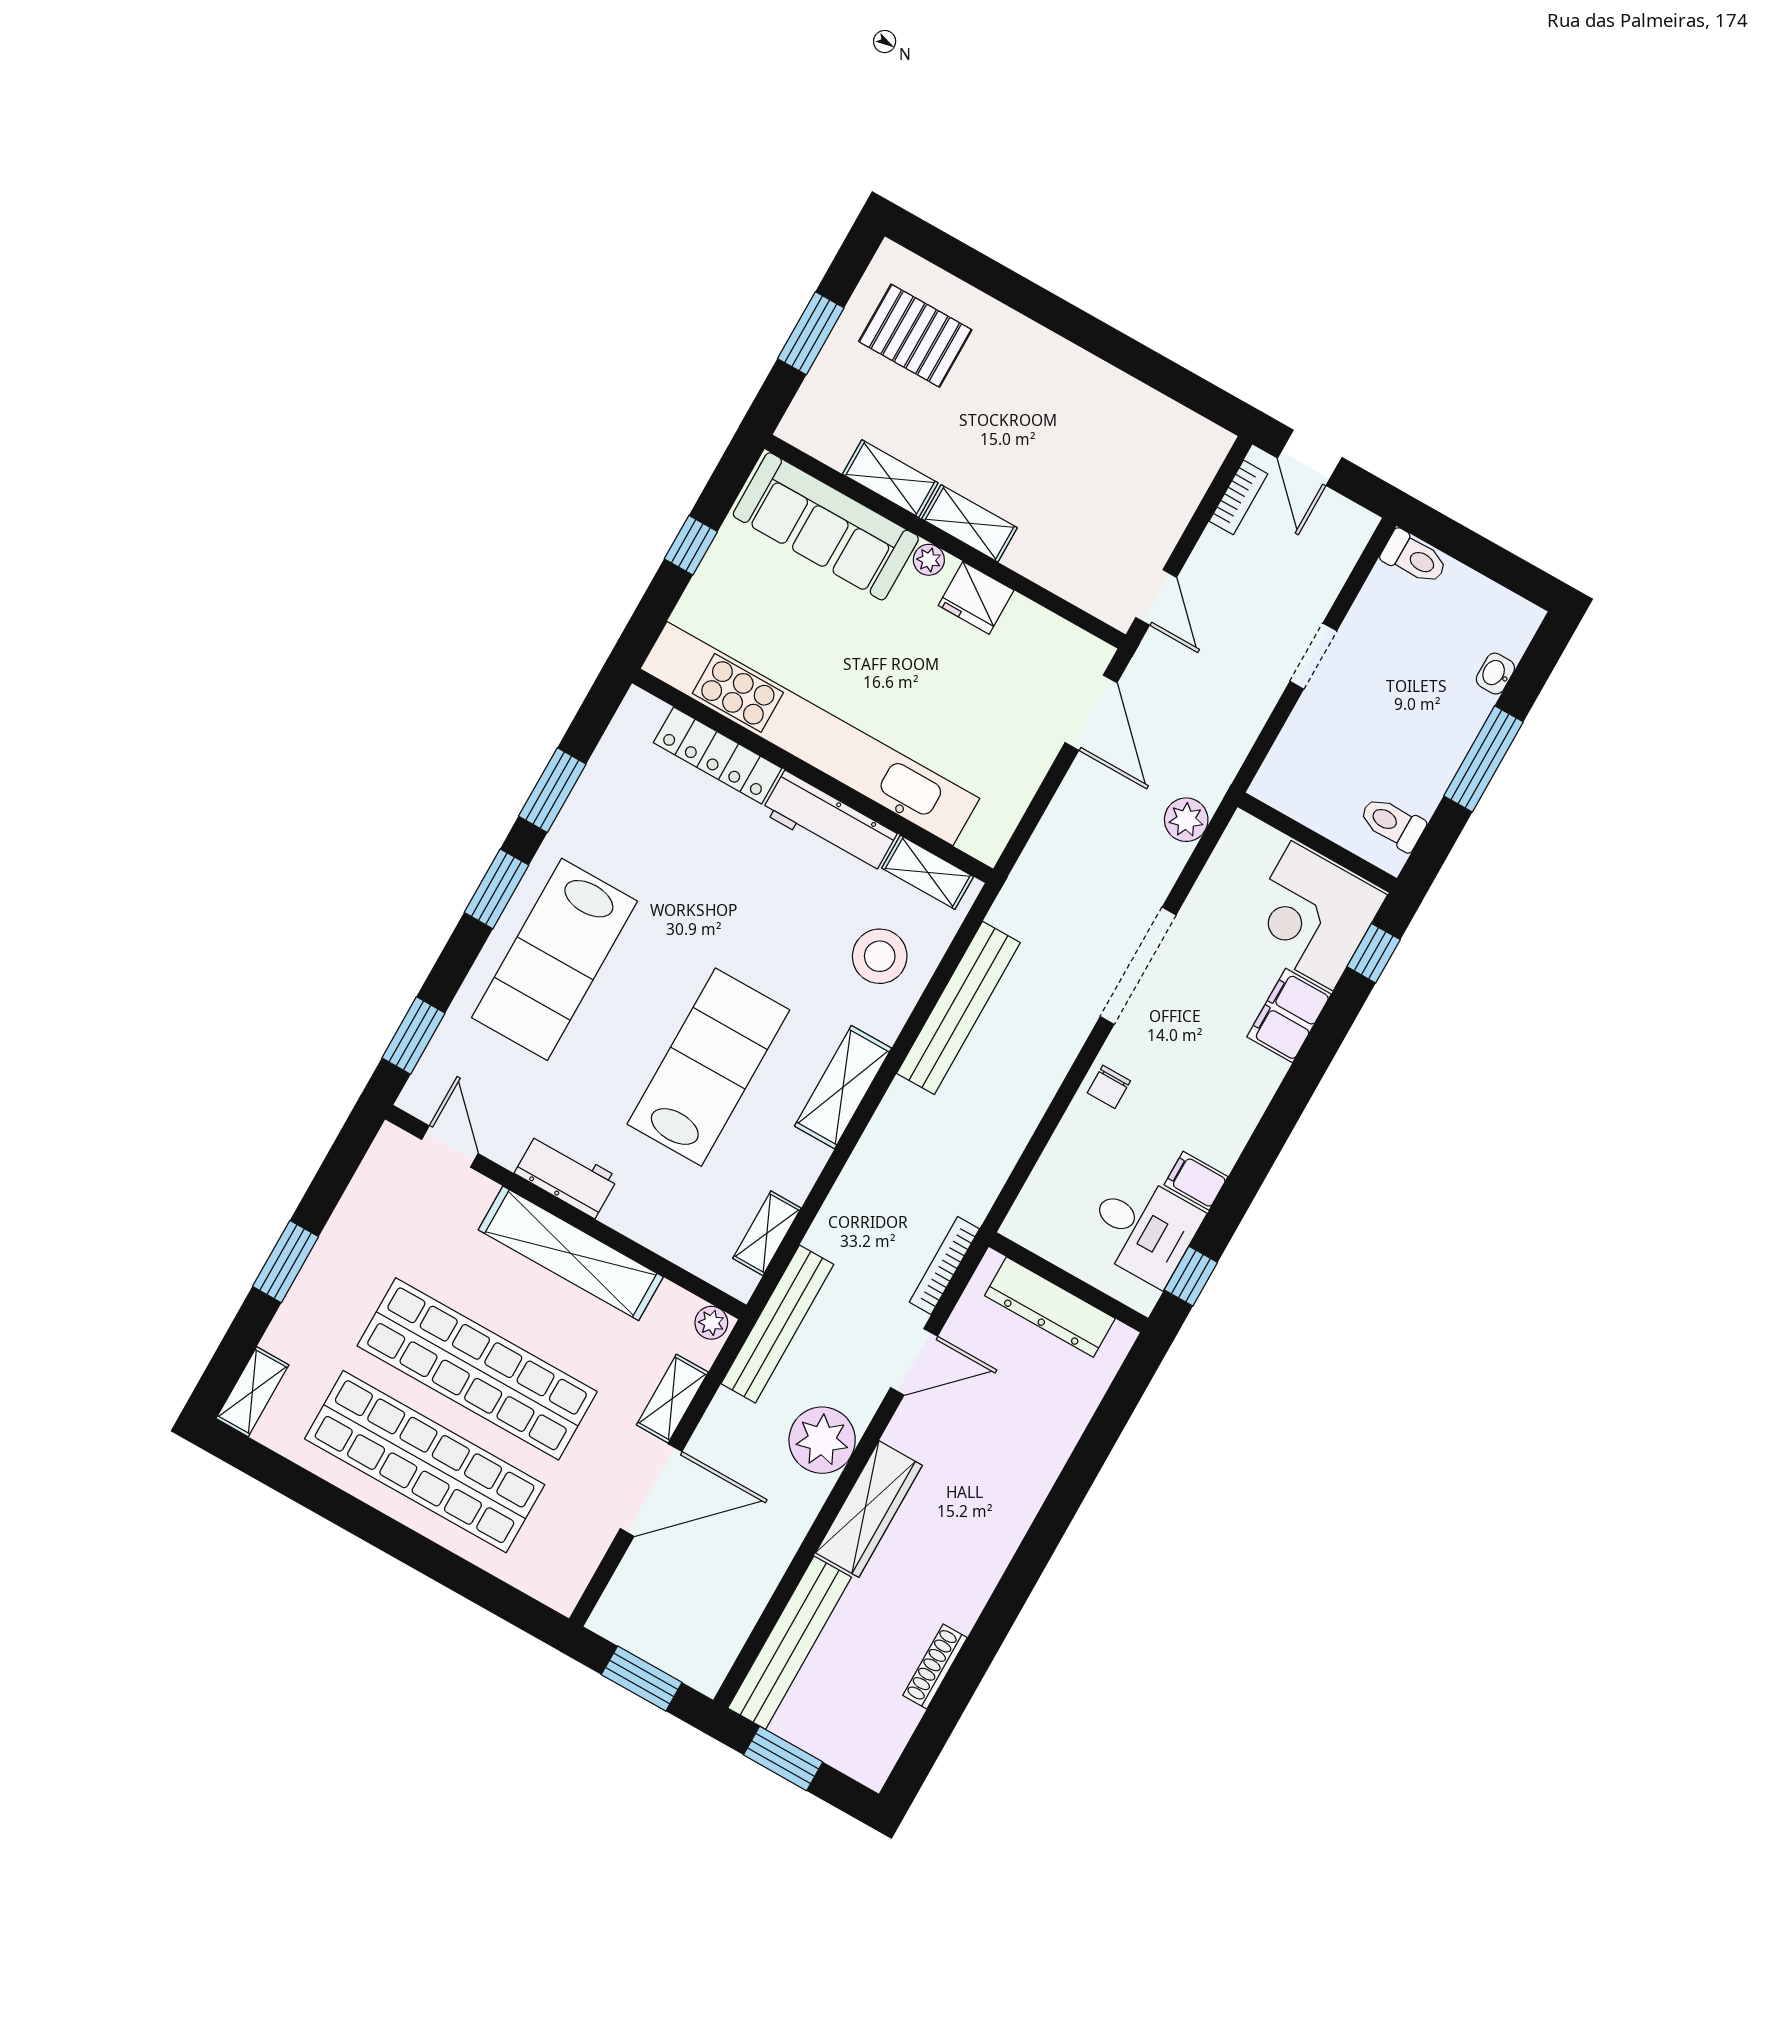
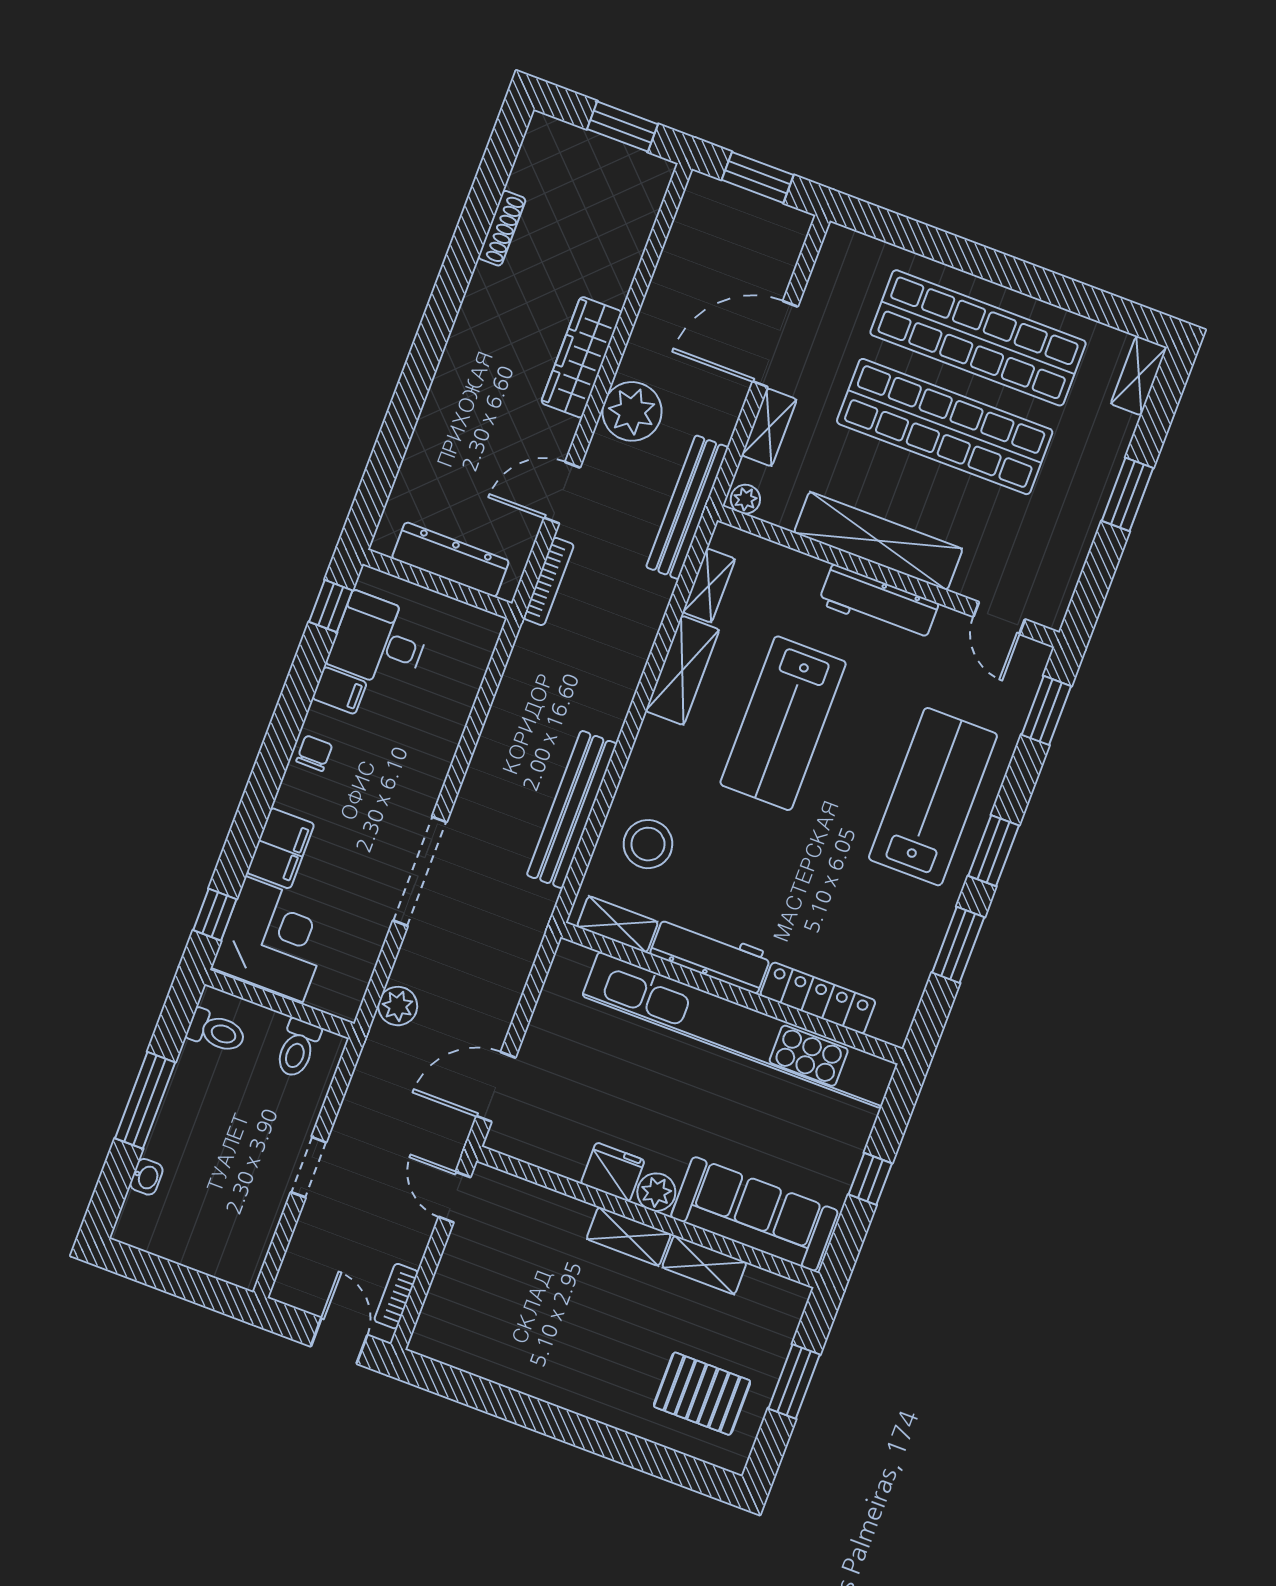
toilet: (1414, 558) -> (298, 1048), moved, turned -90
plant: (929, 560) -> (656, 1192), width x1.38, depth x1.38
door: (1091, 713) -> (496, 1087), hinge flipped
shelving: (843, 1087) -> (682, 670), moved
chair: (1109, 1087) -> (314, 753), moved
workbench: (566, 1175) -> (879, 603), width x1.38
bench: (790, 1643) -> (633, 229), removed

